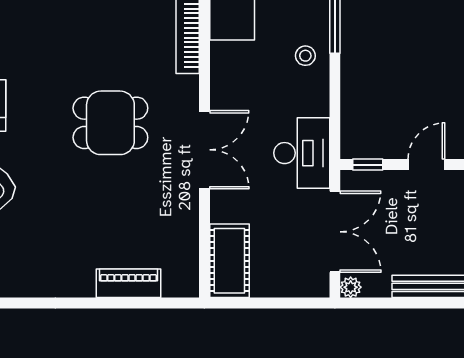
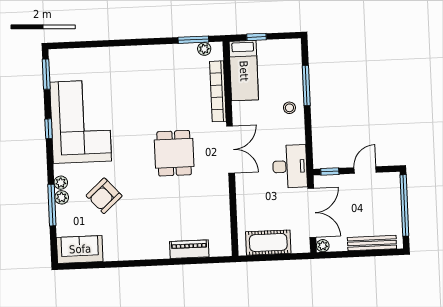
dining table: (110, 123) -> (174, 153), turned 90
double door: (204, 150) -> (231, 149), moved
cot: (229, 261) -> (268, 243), moved, turned 90

